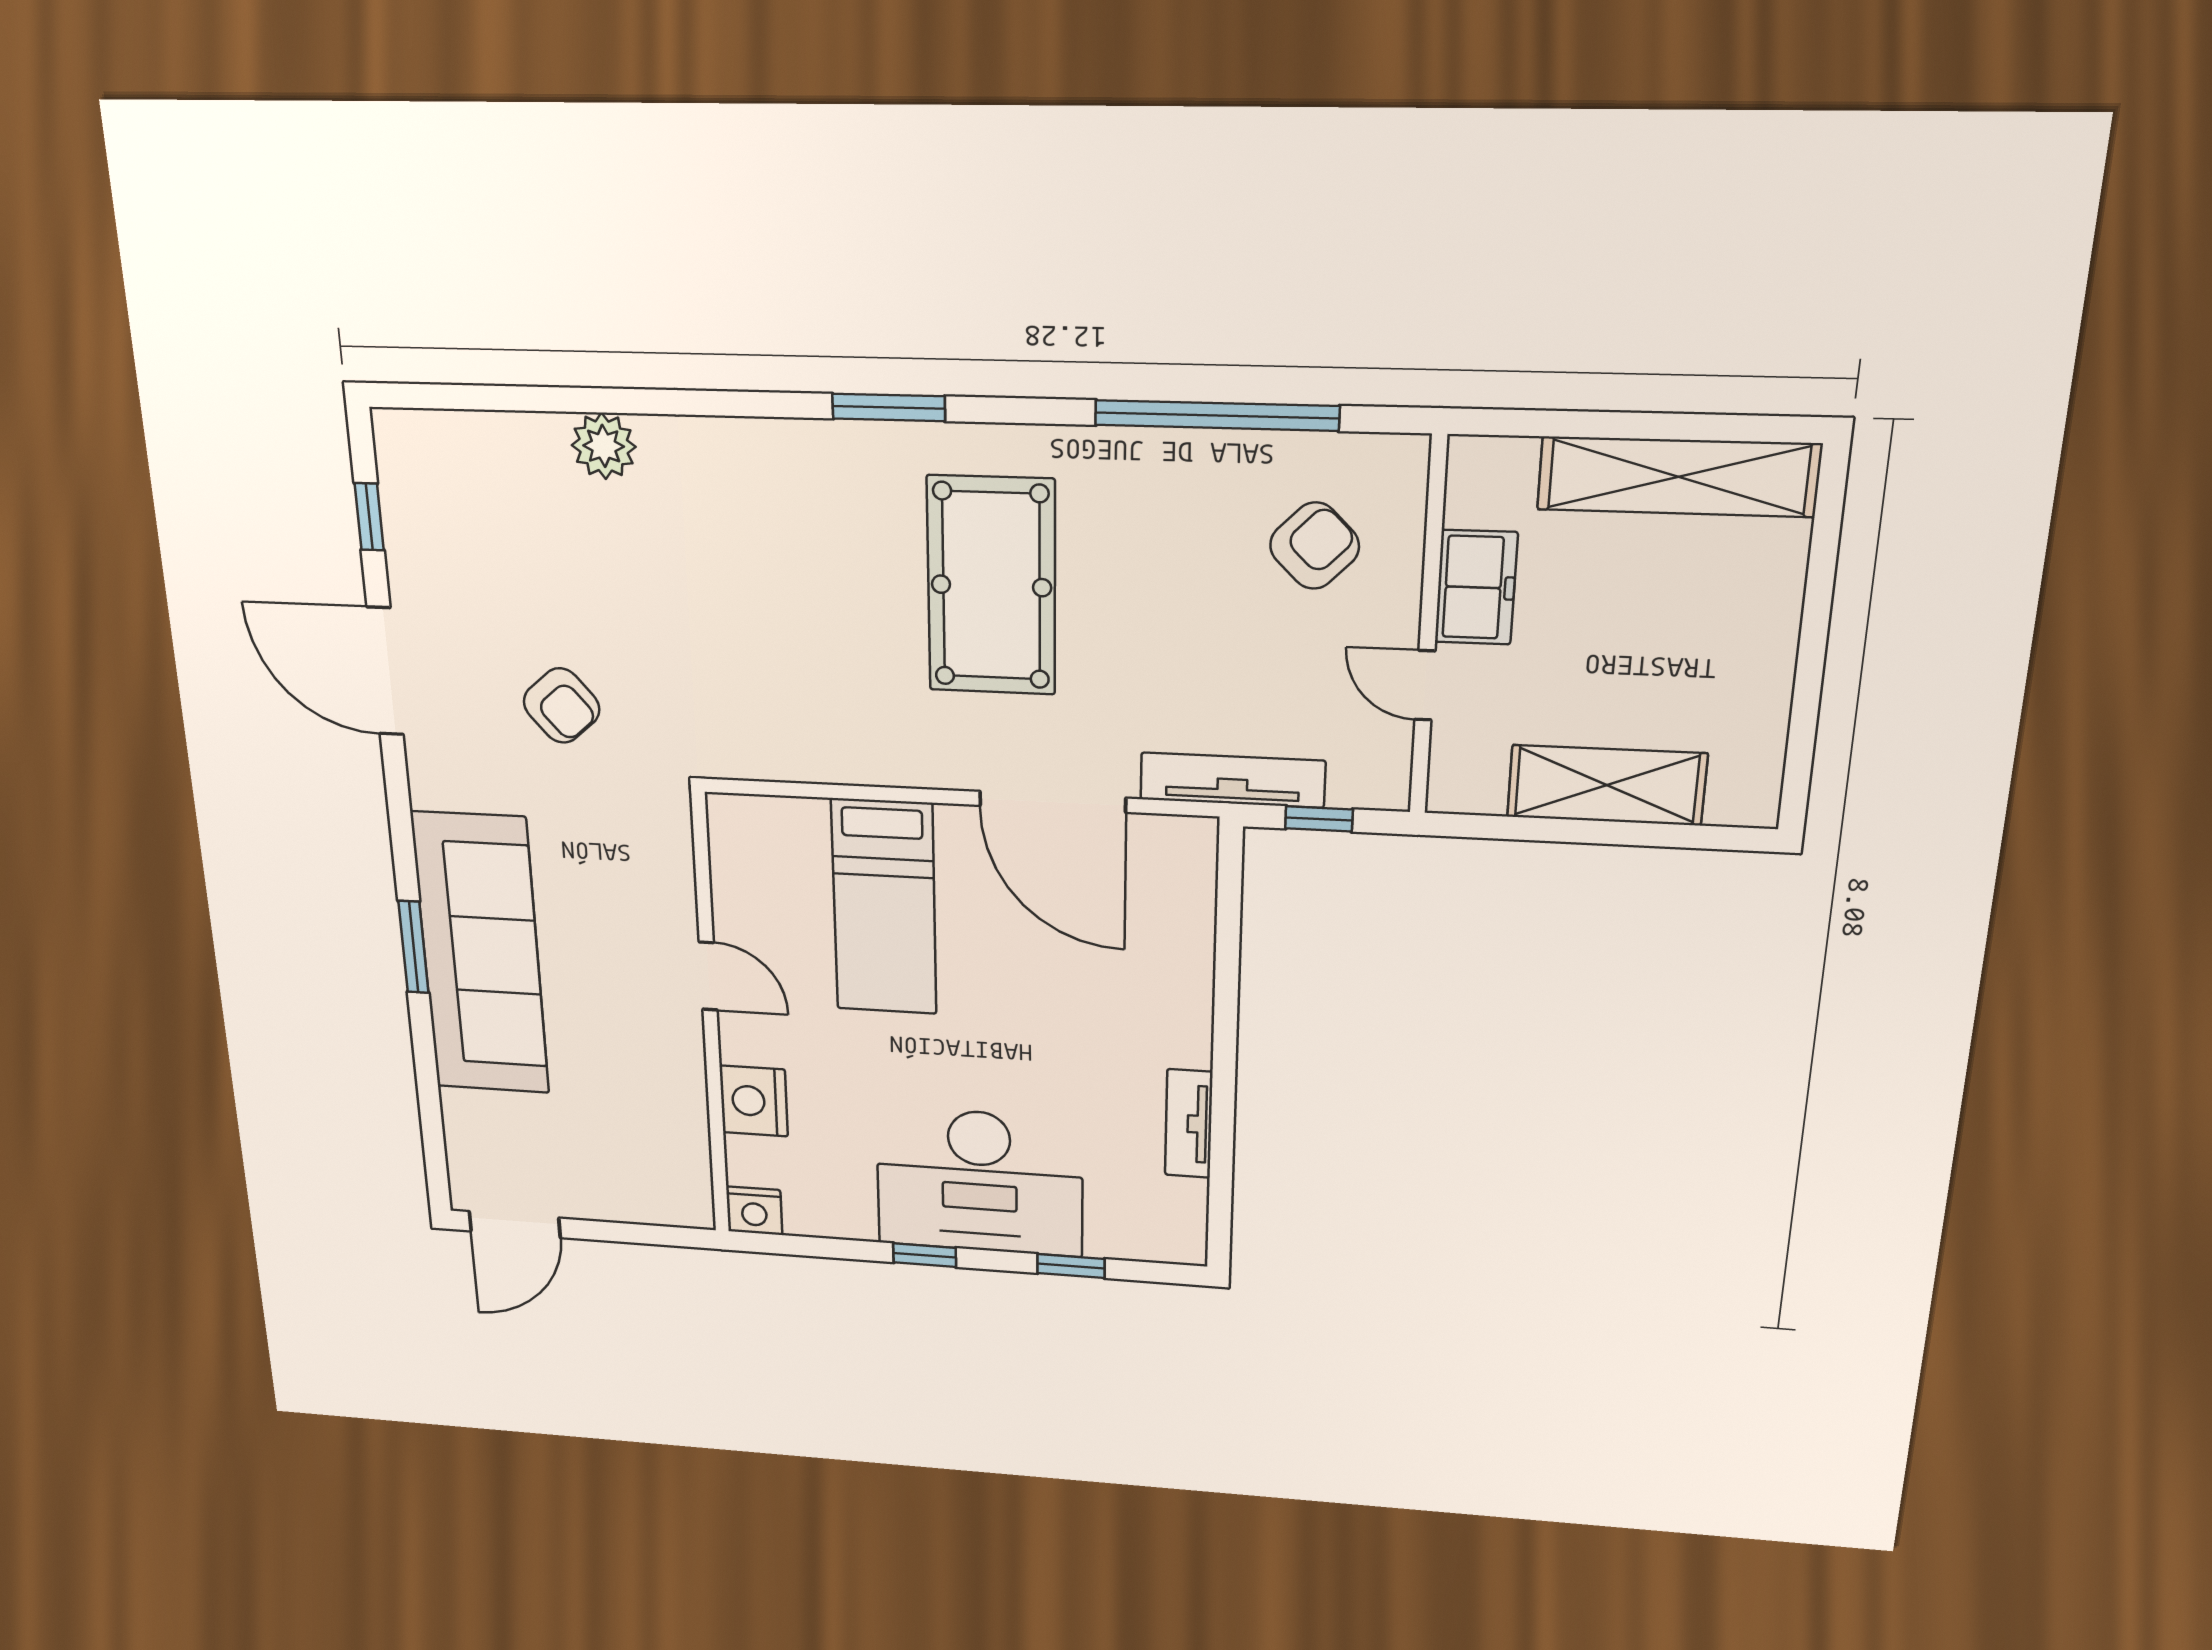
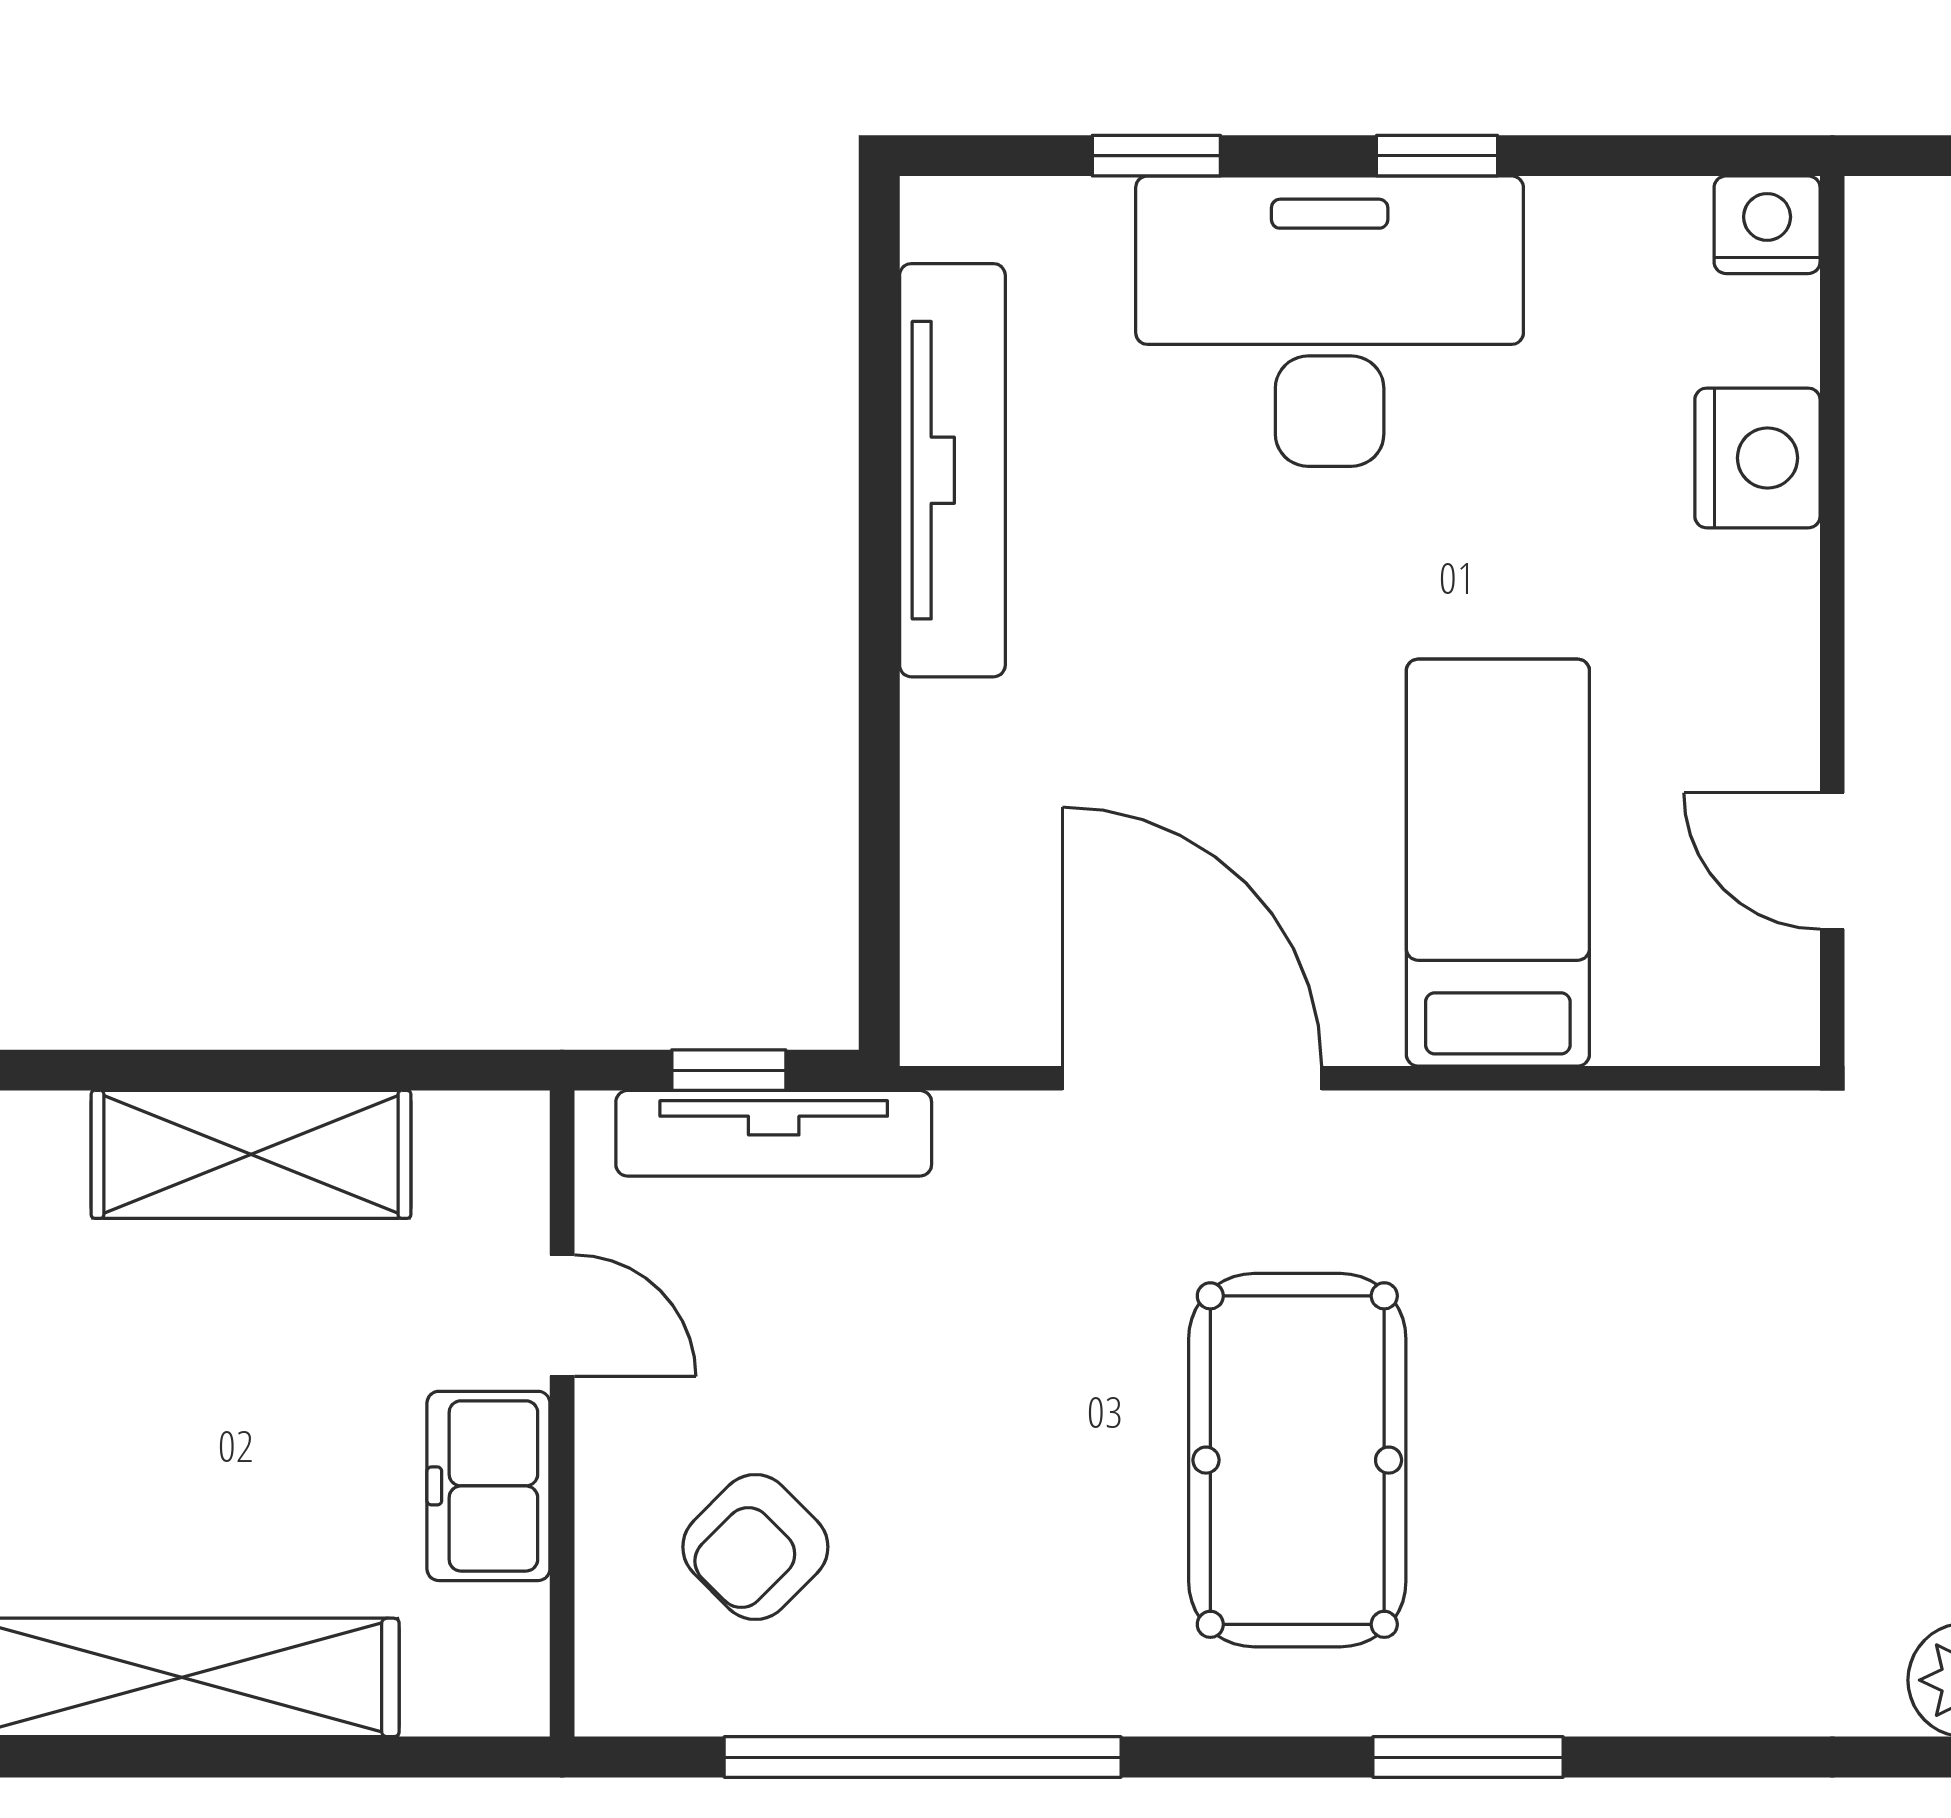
tv unit: (1232, 780) -> (774, 1133), moved
door: (708, 976) -> (1832, 861), moved
tv unit: (1189, 1124) -> (952, 470), width x1.92, depth x1.29

